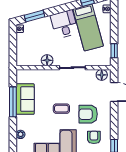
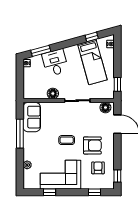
desk: (64, 24) -> (55, 63), moved
sofa: (25, 99) -> (32, 117), moved
armchair: (88, 114) -> (92, 145), turned 180

